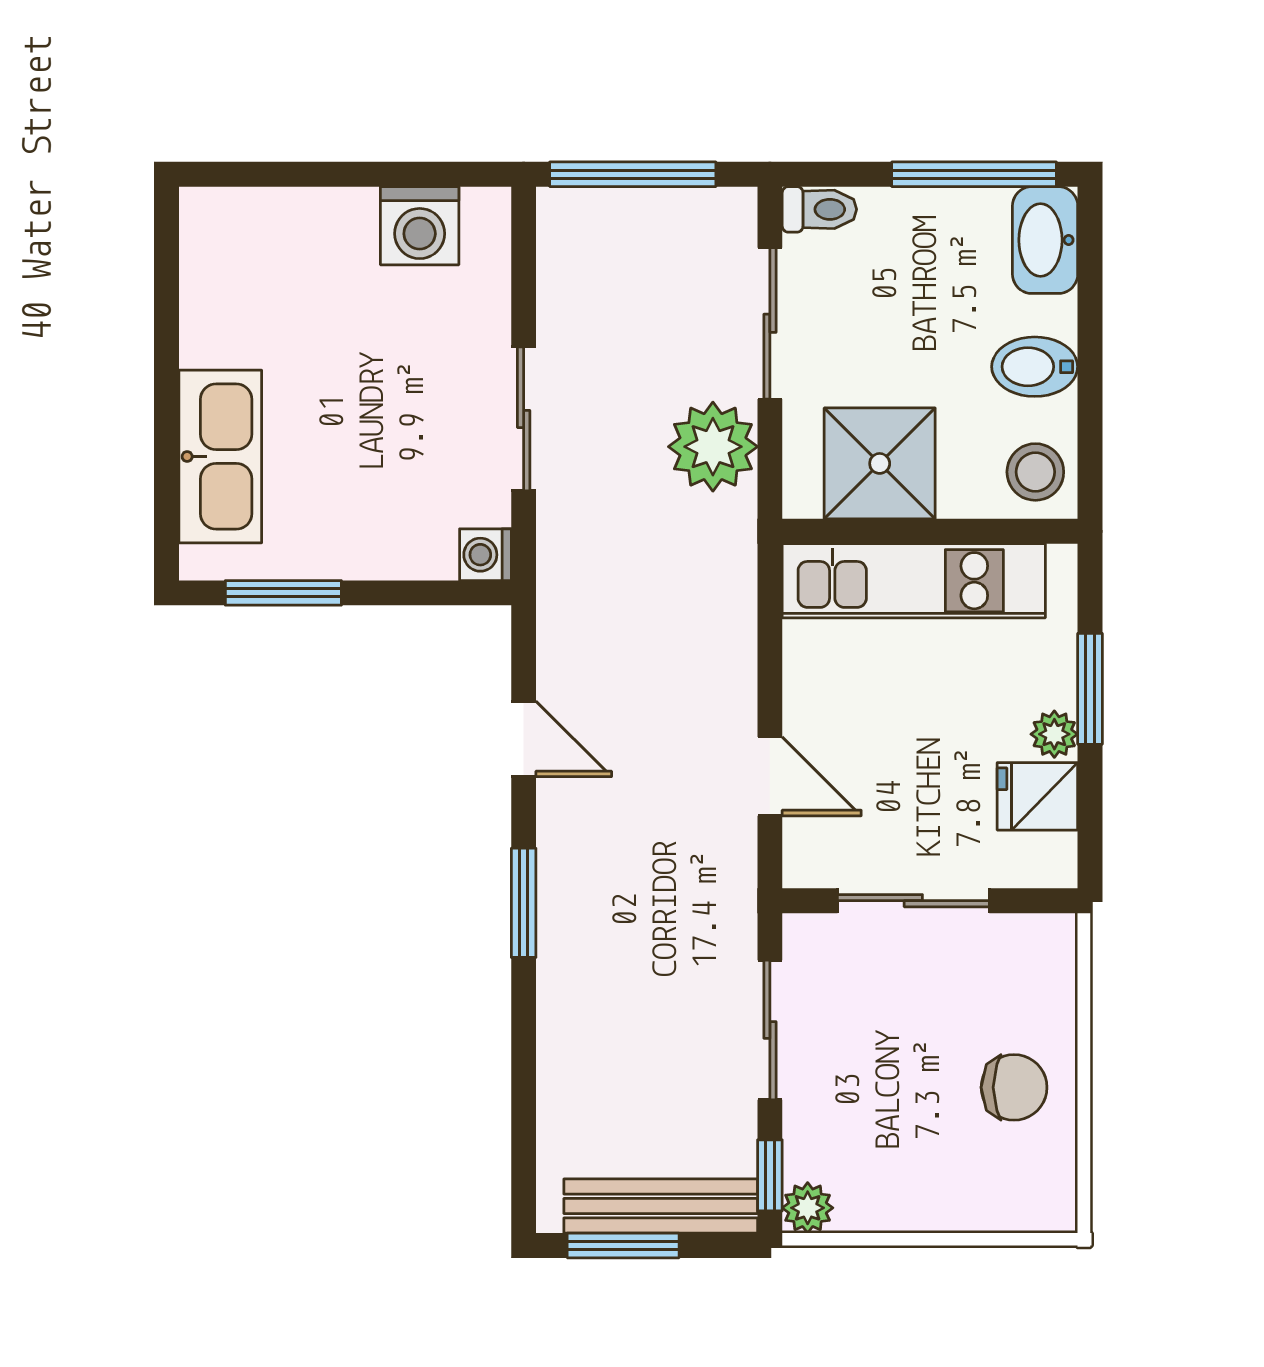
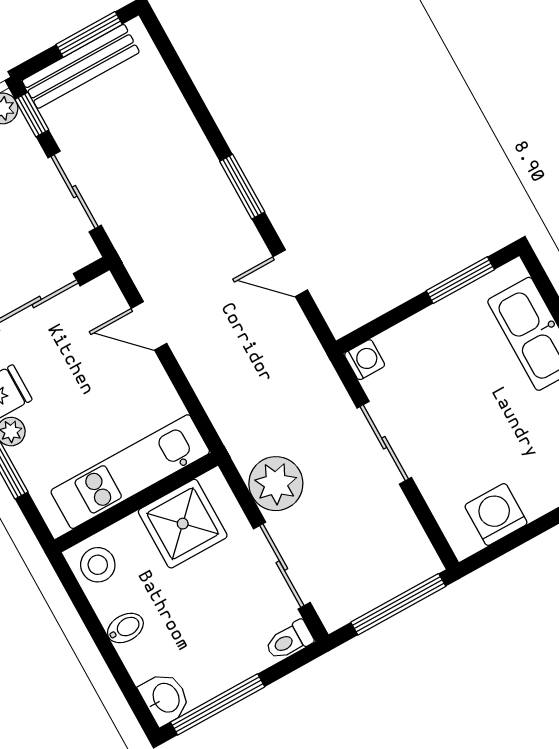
washbasin: (1045, 240) -> (165, 698), width x0.72
bidet: (1035, 367) -> (125, 628), width x0.72, depth x0.74

